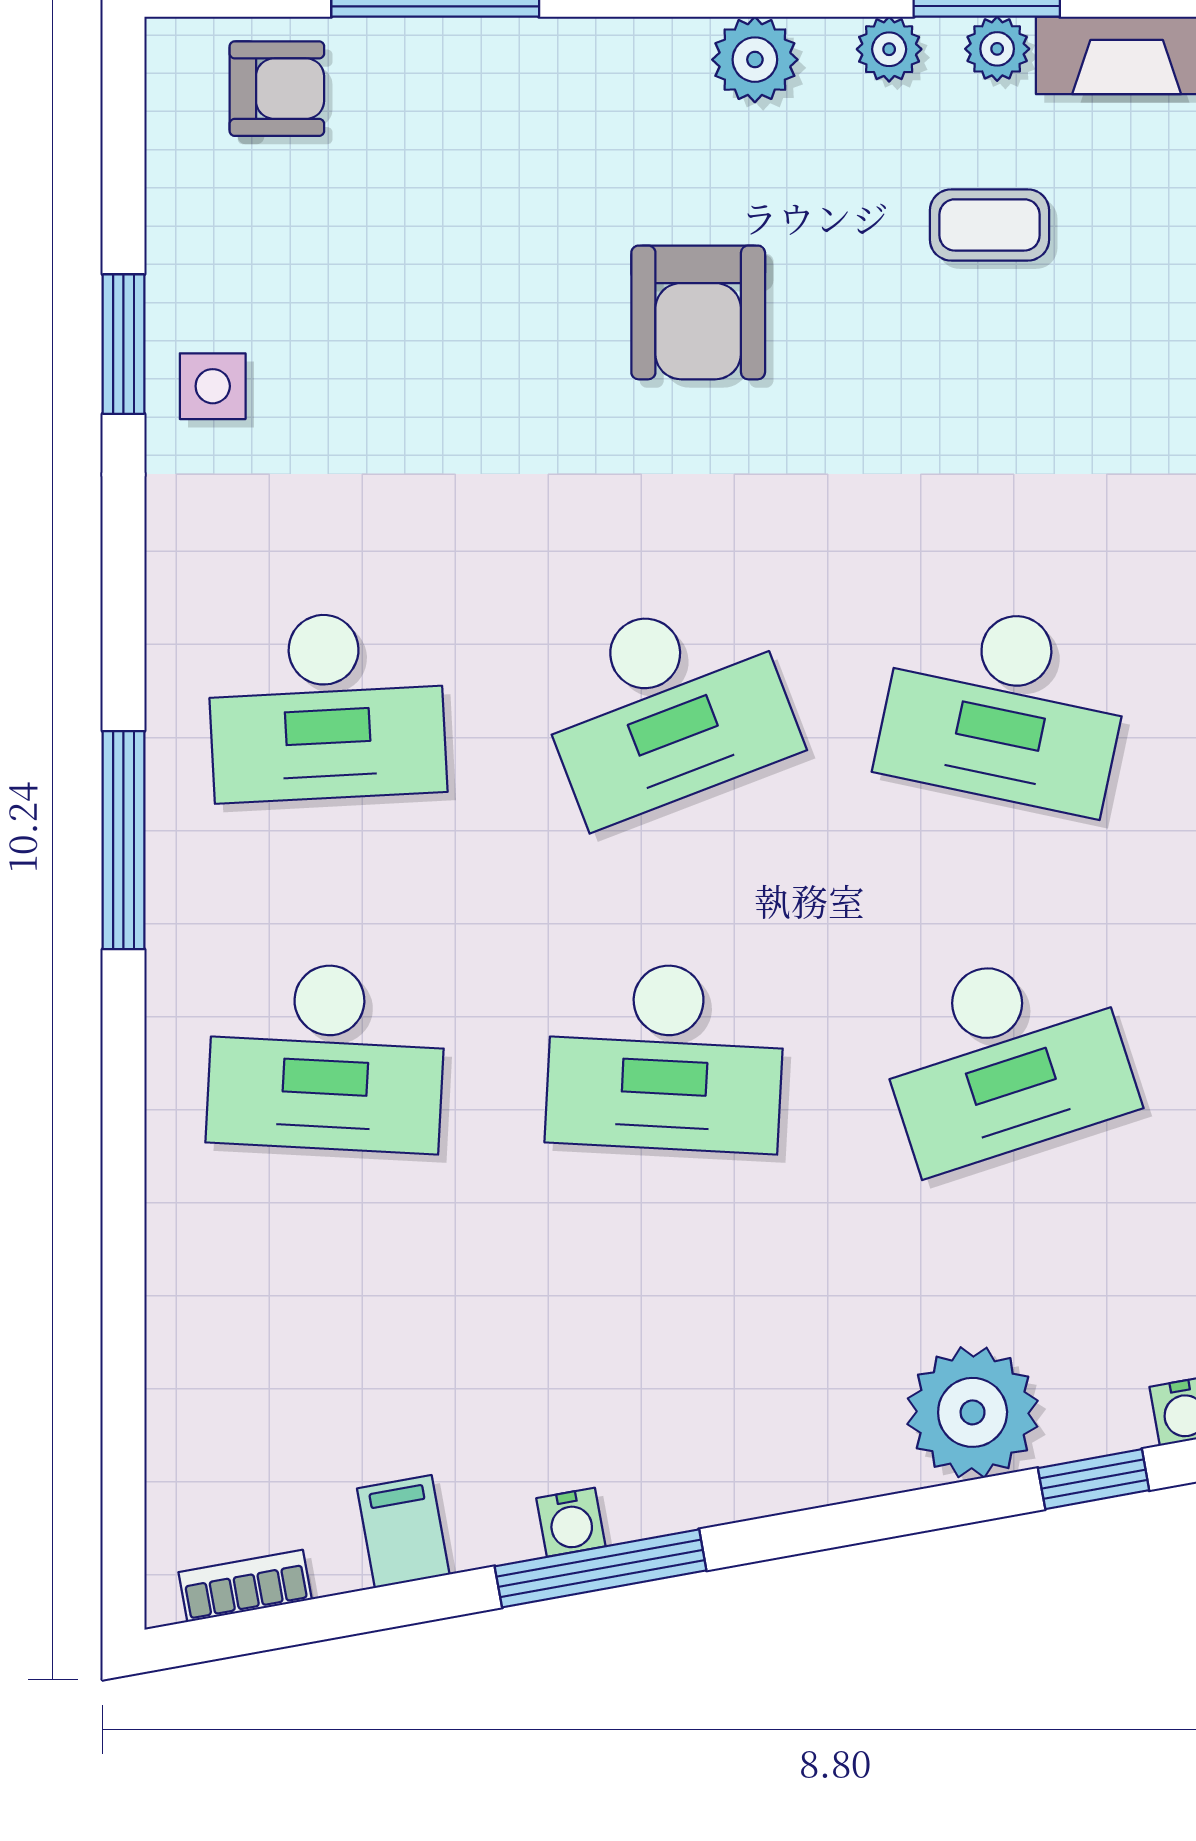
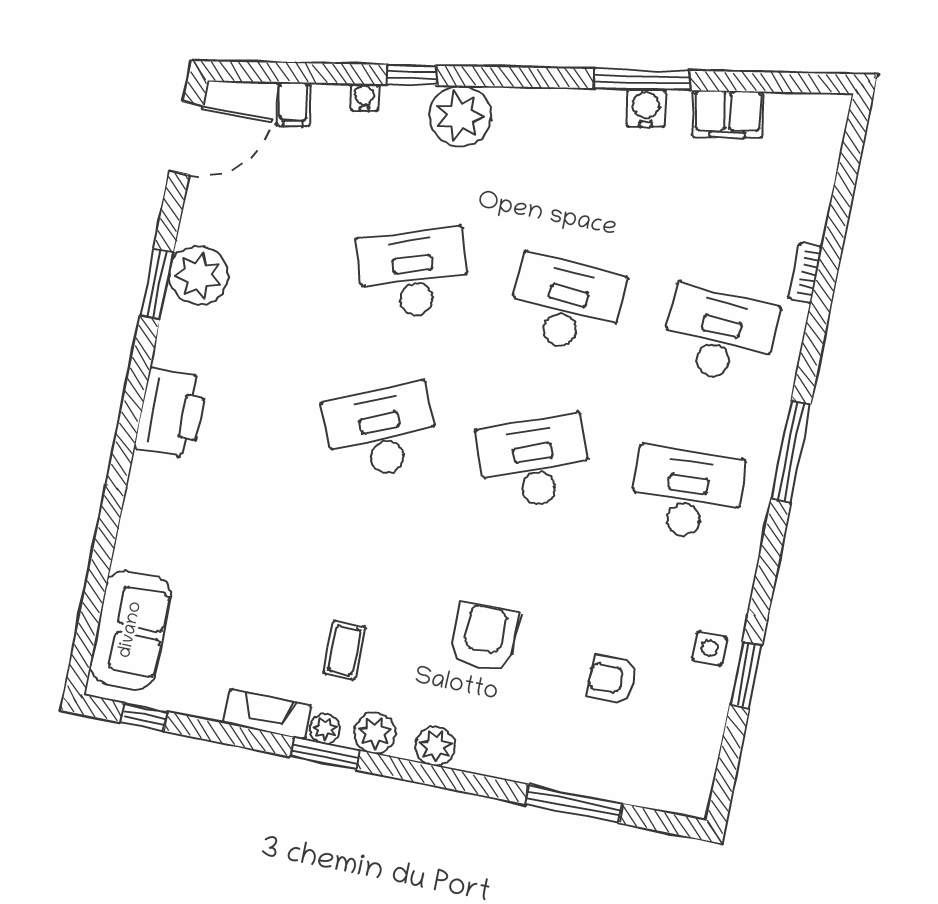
plant: (889, 49) -> (375, 733), width x1.38, depth x1.38
armchair: (277, 89) -> (612, 679), moved
coffee table: (990, 225) -> (344, 650), turned 90
desk: (1005, 706) -> (381, 432), turned -36
water cooler: (571, 1522) -> (646, 108), width x1.38, depth x1.38
filing cabinet: (403, 1531) -> (728, 114), width x2.00
bookcase: (245, 1586) -> (805, 273), moved, turned 100

